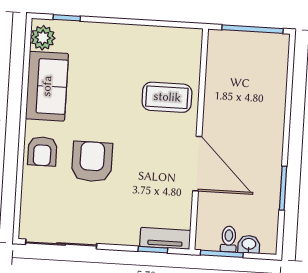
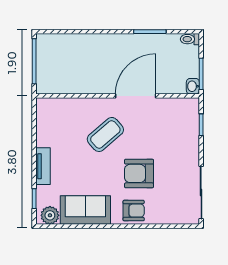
coffee table: (167, 97) -> (105, 134), moved, turned 49
tv unit: (165, 238) -> (43, 166), moved, turned 180
toilet: (229, 239) -> (190, 39), moved
washbasin: (249, 244) -> (193, 86), moved

